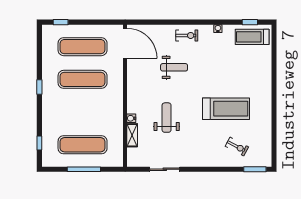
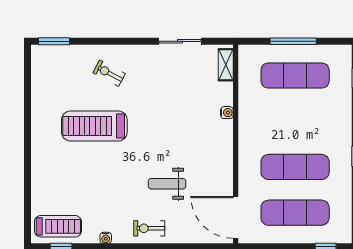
weight bench: (167, 118) -> (178, 114), removed
shelving: (132, 135) -> (226, 65), moved
exercise bike: (237, 147) -> (109, 73), moved

